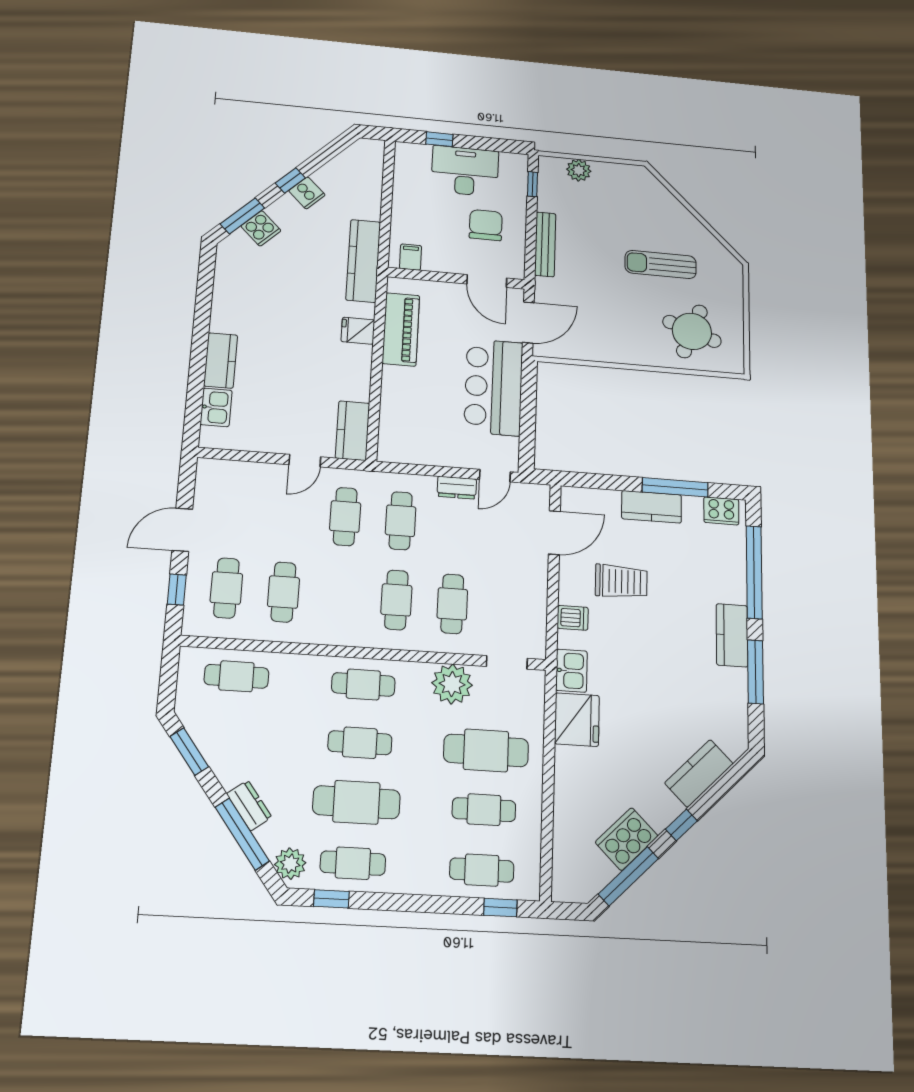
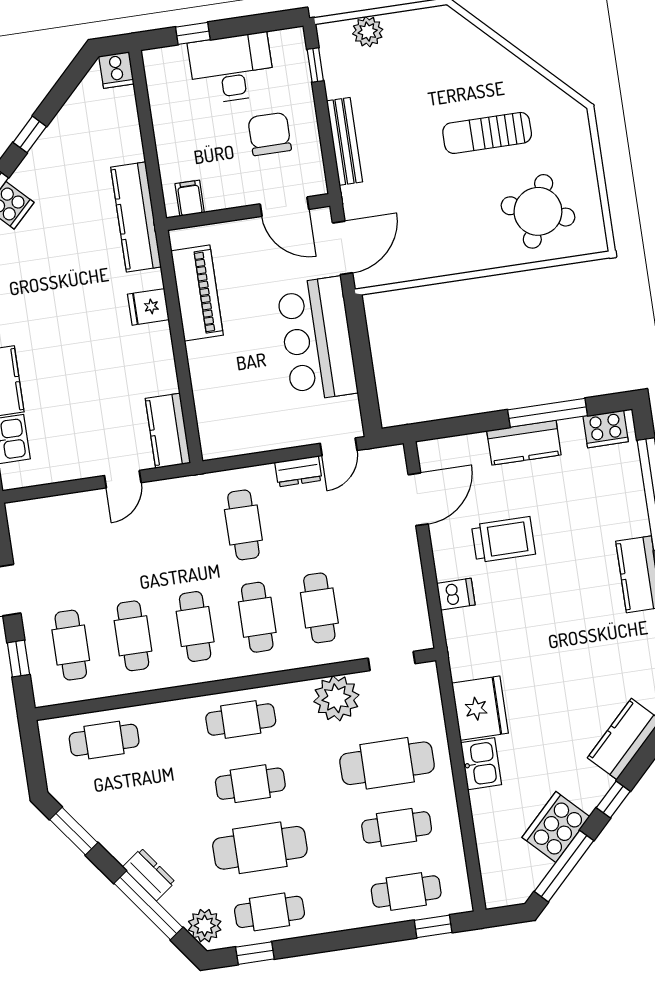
cooker: (307, 193) -> (116, 70), moved, turned 45
cafe table: (345, 517) -> (195, 627), moved
kitchen sink: (571, 671) -> (481, 764), moved

